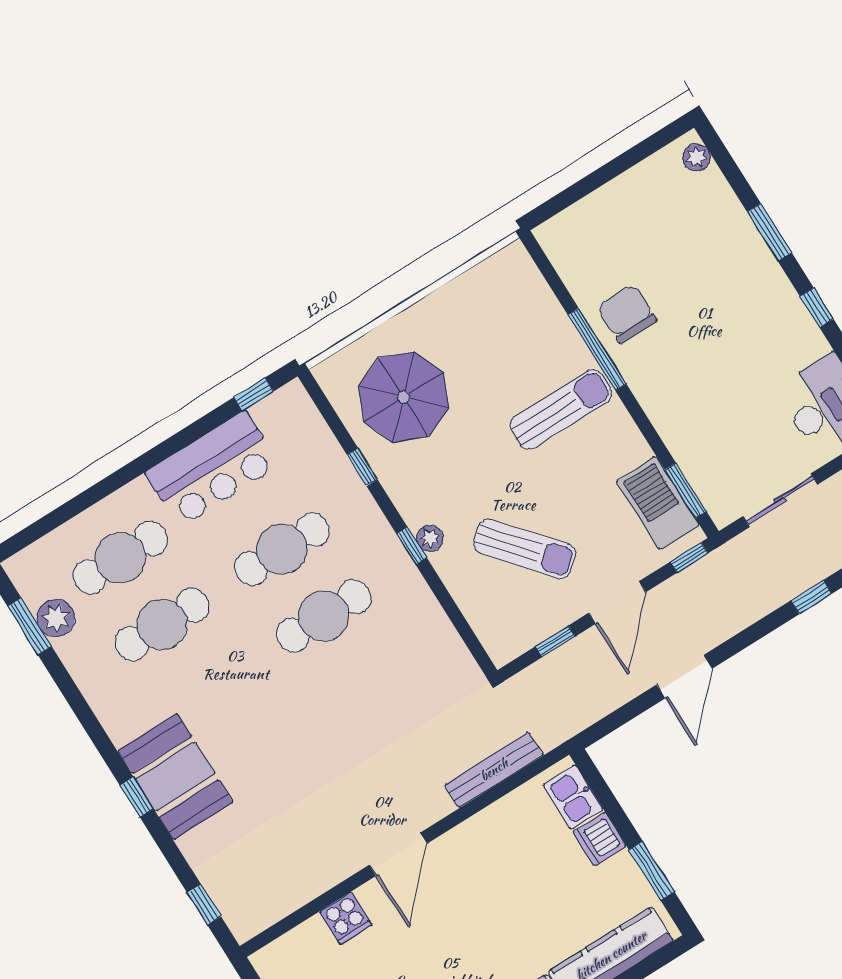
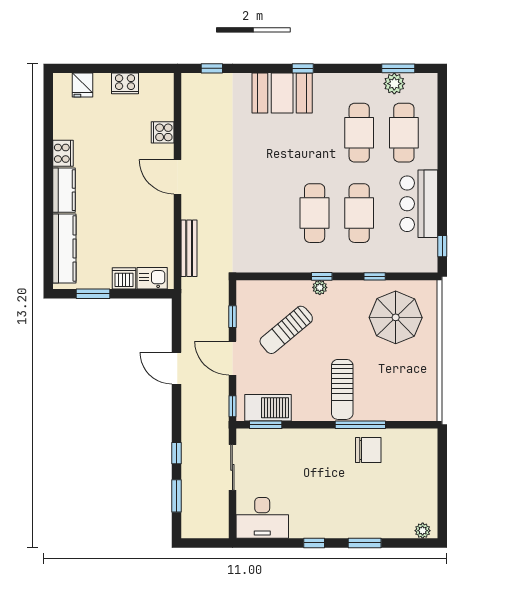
window: (137, 797) -> (303, 68), moved

